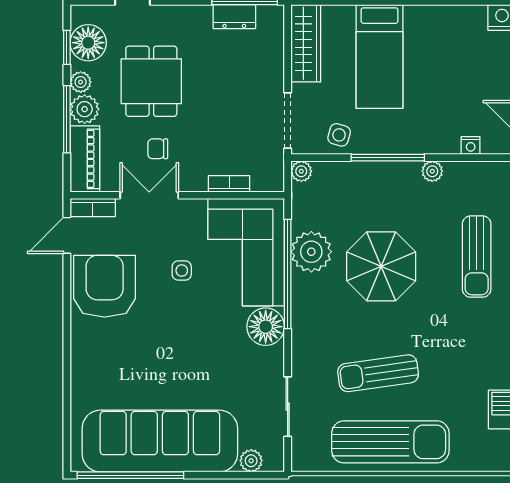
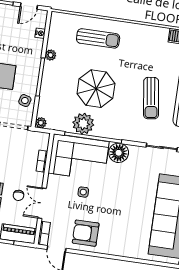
armchair: (105, 286) -> (86, 233), width x0.73, depth x0.73

